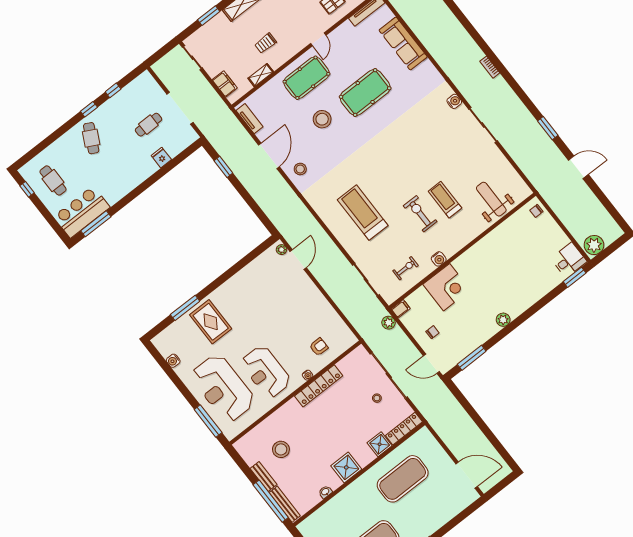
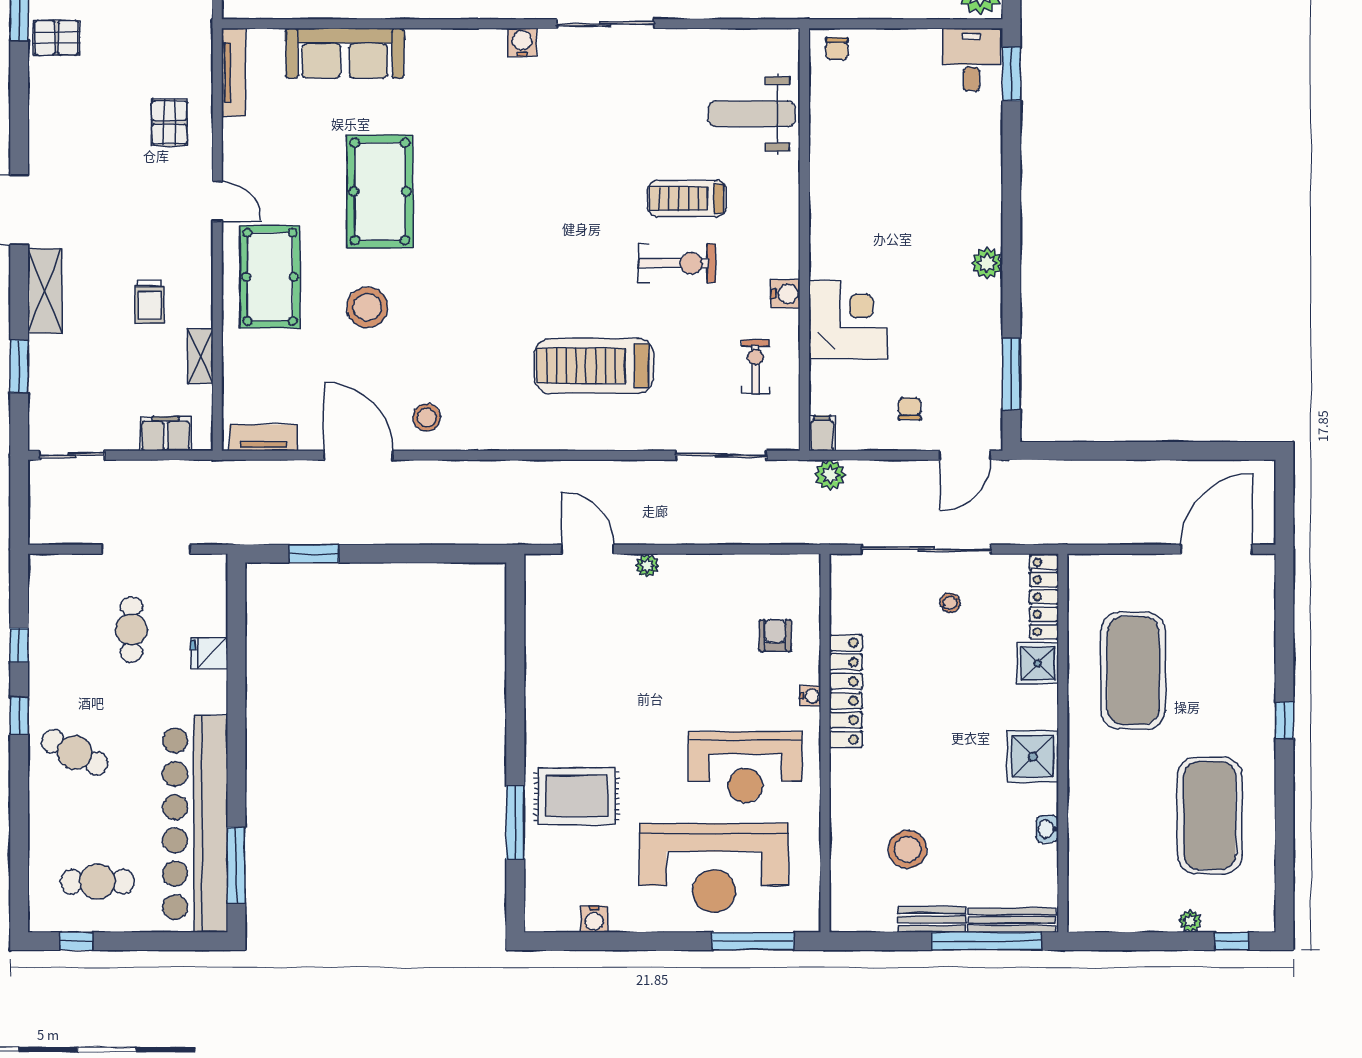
bar counter: (82, 212) -> (195, 824), width x1.86
exercise bike: (420, 214) -> (677, 263), turned 180
plant: (281, 250) -> (647, 565), moved

